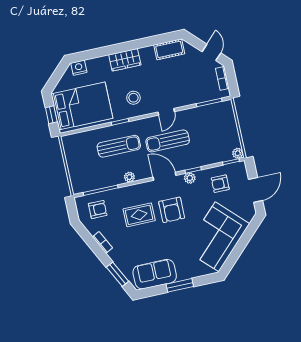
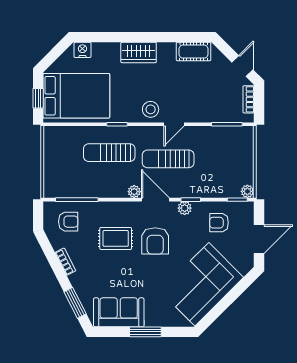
stool: (133, 98) -> (151, 109), moved
sun lounger: (119, 146) -> (109, 153), turned 180
plant: (129, 177) -> (134, 192), moved

